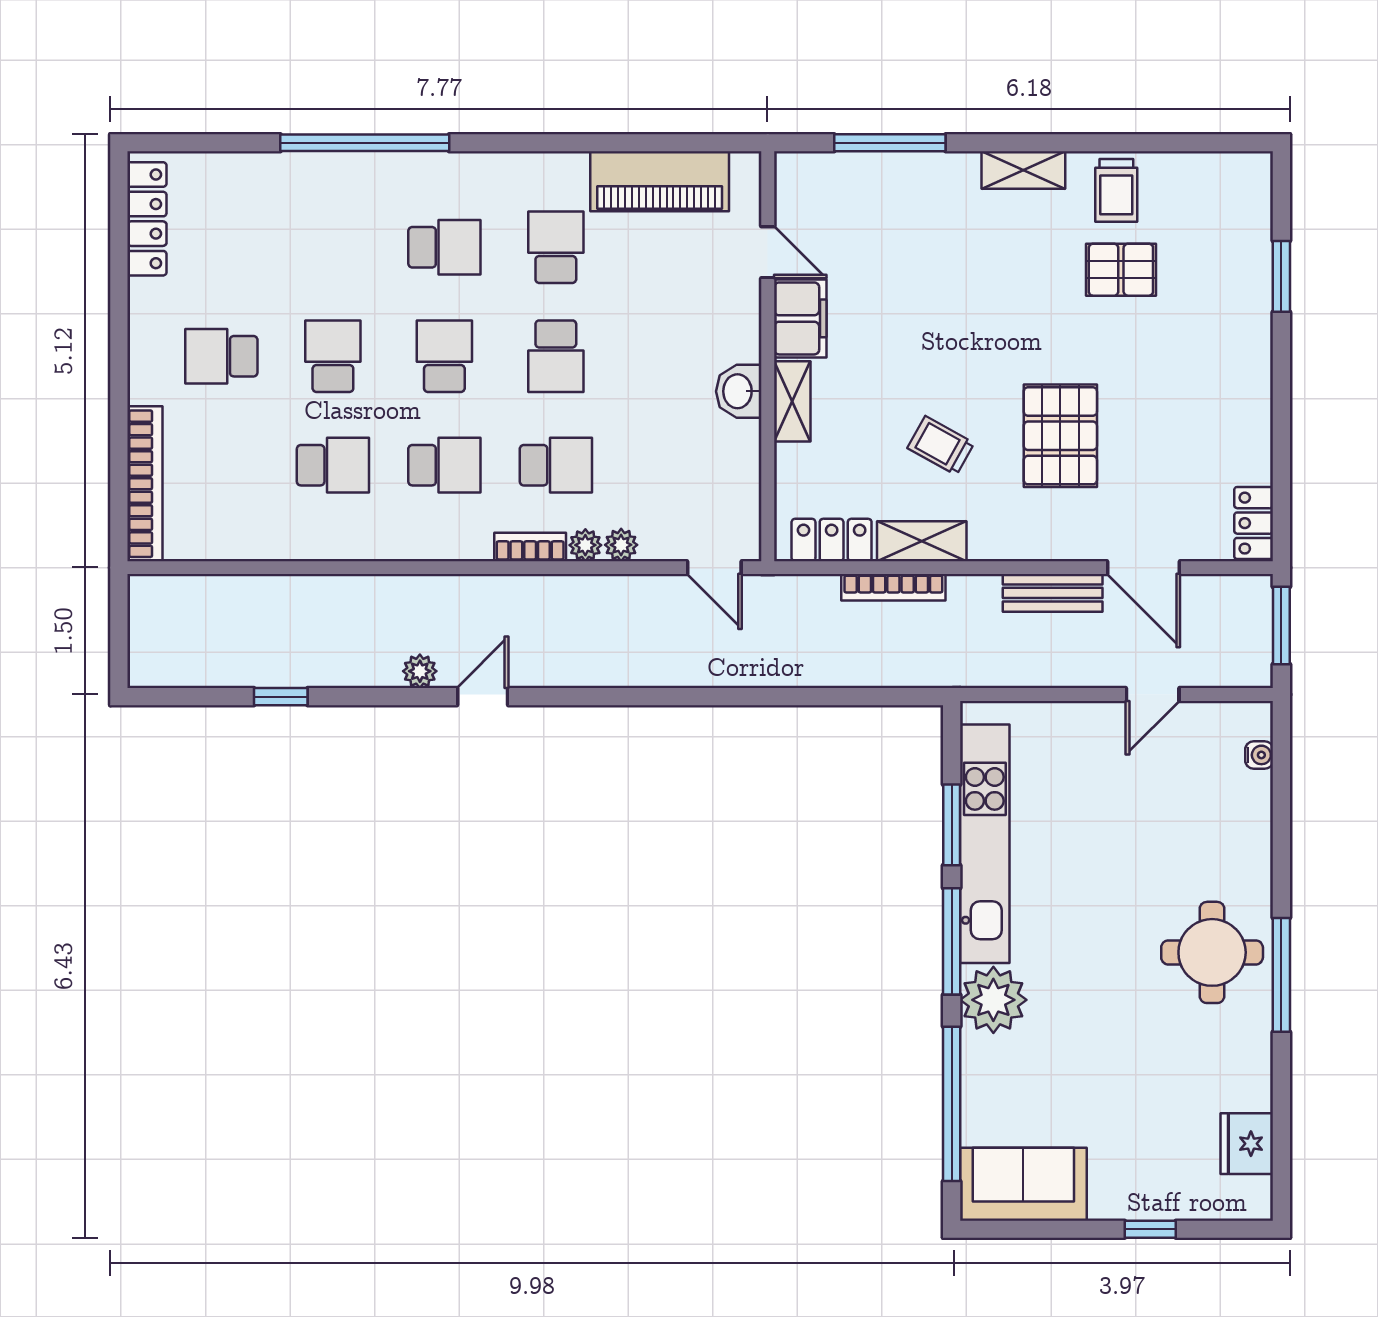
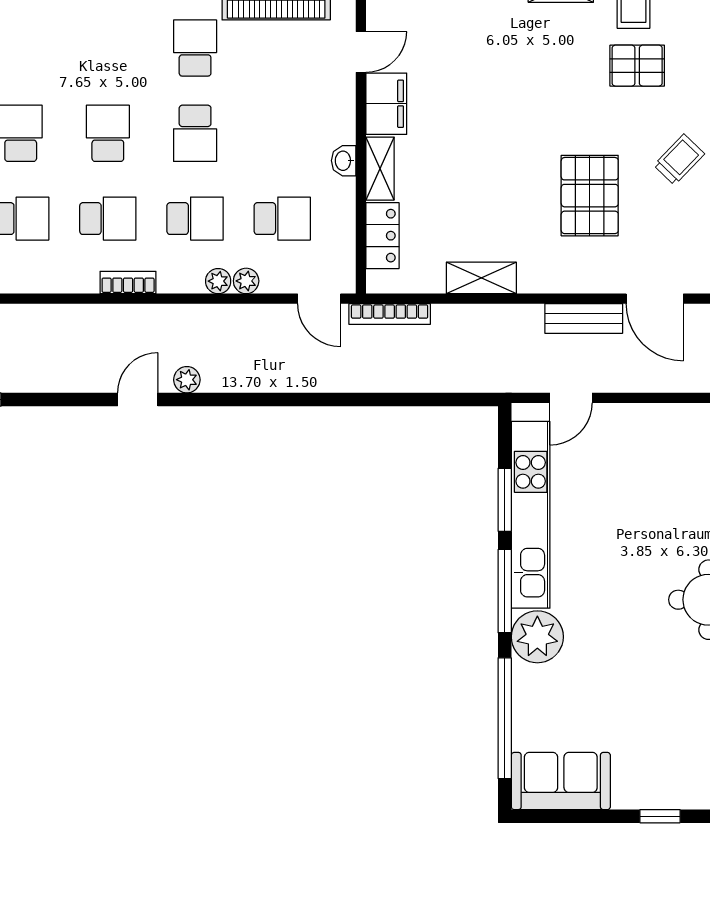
school desk: (444, 247) -> (282, 219), moved
door: (768, 252) -> (361, 52), hinge flipped
washbasin: (739, 391) -> (344, 161), width x0.72, depth x0.69
trolley: (941, 446) -> (679, 159), moved, turned 105
locker: (832, 540) -> (382, 236), moved, turned 90
bookcase: (530, 547) -> (128, 283), moved
bookcase: (893, 587) -> (390, 314), moved
plant: (420, 671) -> (187, 380), moved
door: (1153, 694) -> (571, 398), moved

